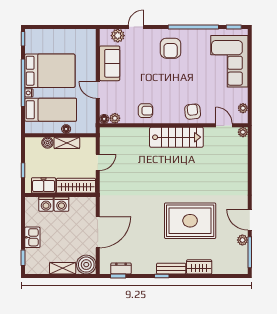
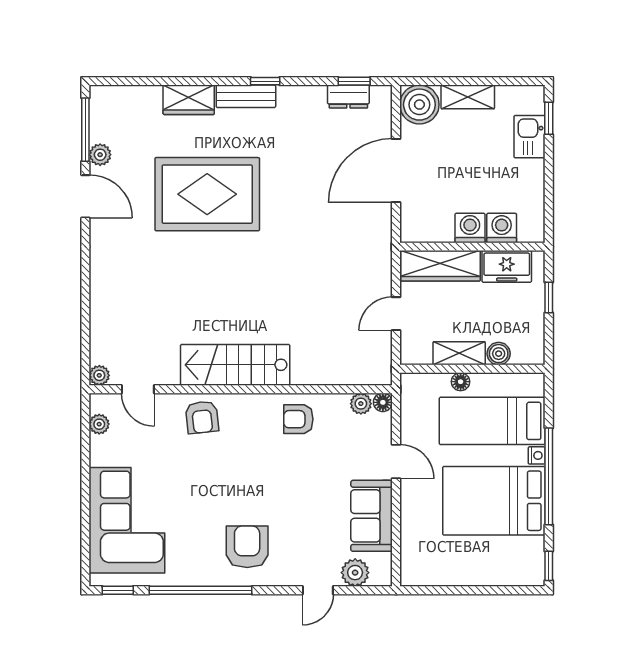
kitchen sink: (32, 237) -> (530, 137), moved

